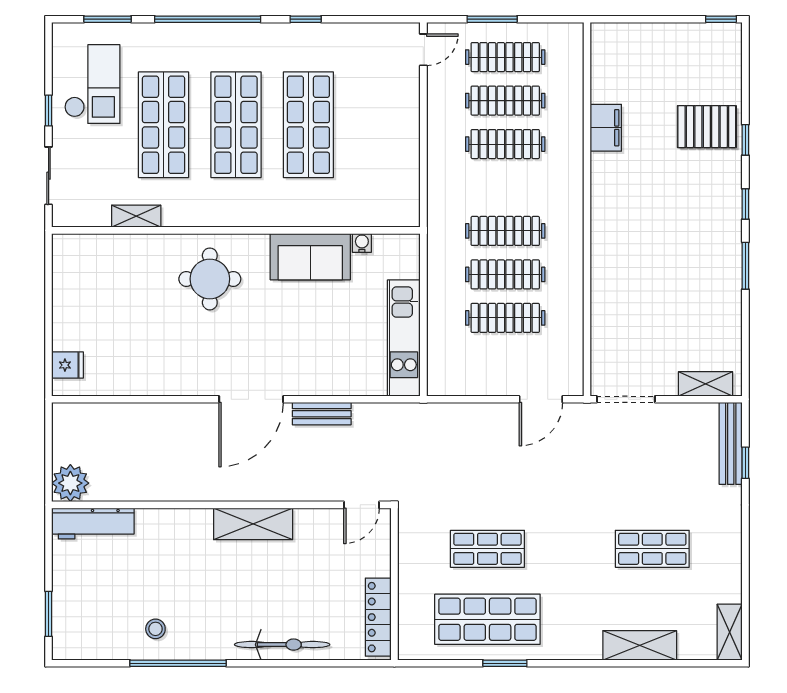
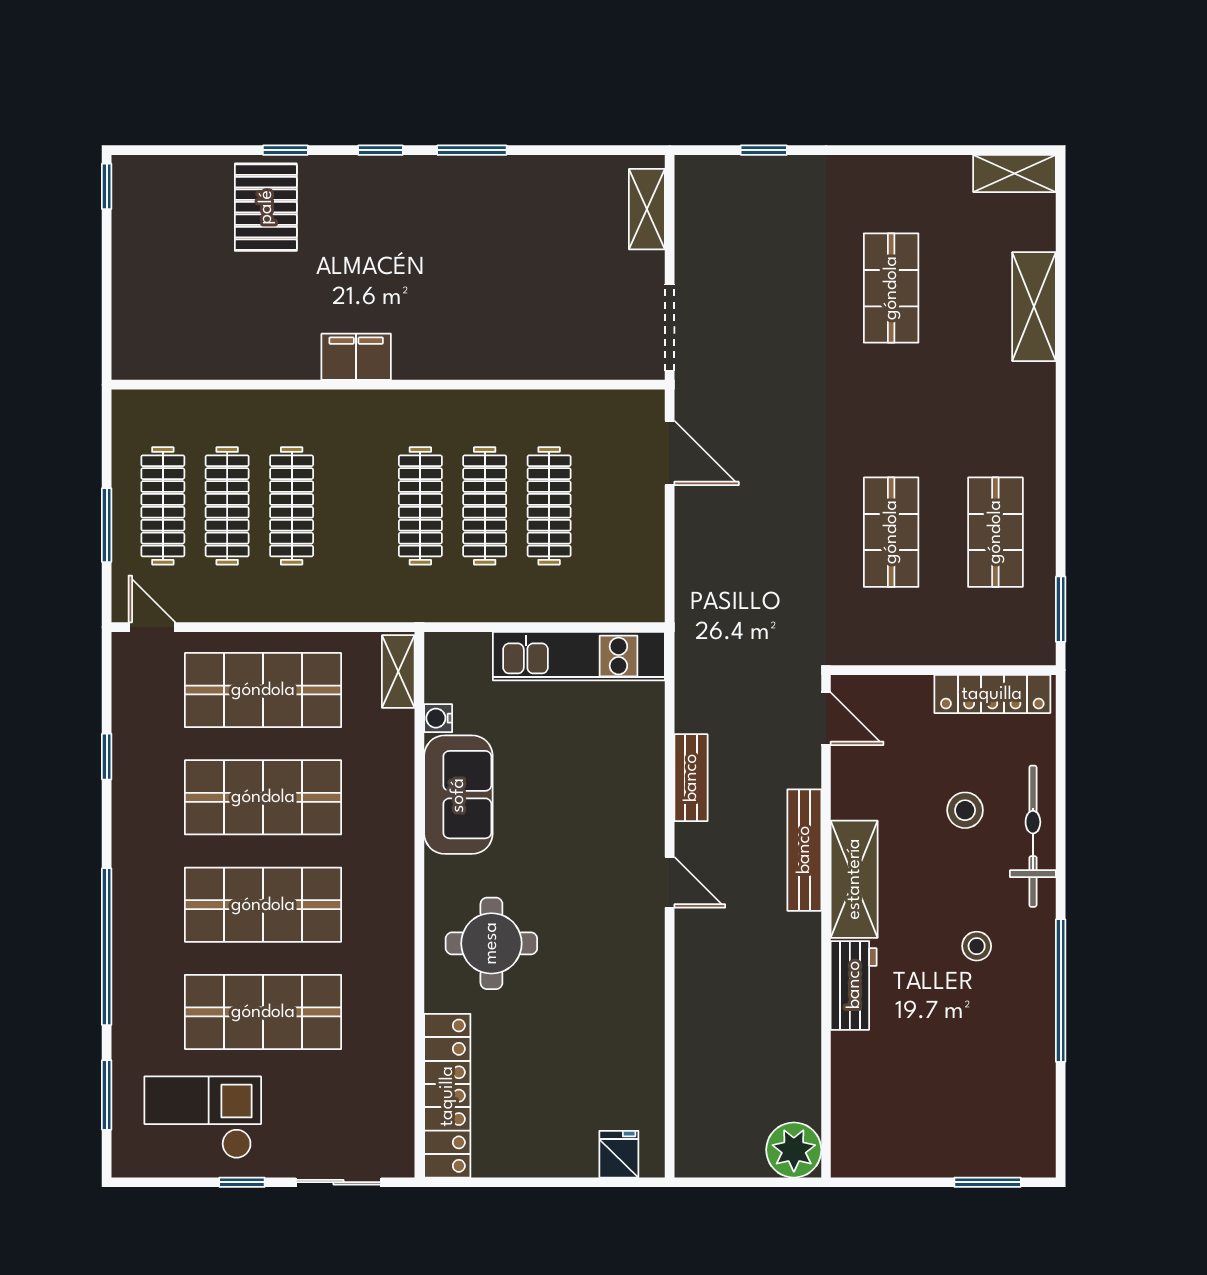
window: (306, 19) -> (107, 757), moved
shop shelf: (381, 125) -> (263, 690), added
filing cabinet: (606, 128) -> (356, 357), moved
shelving: (136, 216) -> (398, 671), moved
locker: (107, 249) -> (447, 1096), added
door: (251, 399) -> (670, 882), width x0.53
bench: (731, 443) -> (804, 850), moved, turned 90
workbench: (93, 523) -> (854, 985), moved, width x0.73
stool: (300, 599) -> (965, 810), added
shop shelf: (487, 619) -> (995, 532), width x0.70, depth x0.74
stool: (155, 629) -> (977, 946), moved
window: (505, 663) -> (1061, 609), moved

